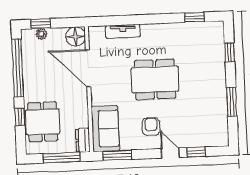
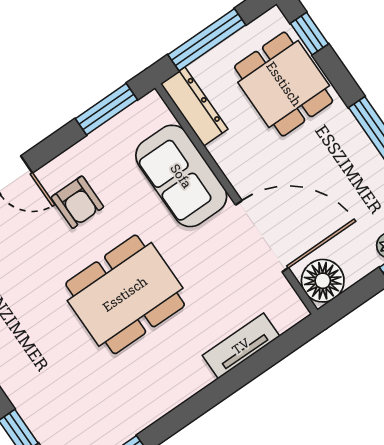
window: (20, 117) -> (309, 34), moved
sofa: (105, 129) -> (181, 176), moved
dresser: (83, 140) -> (194, 106), width x1.44

